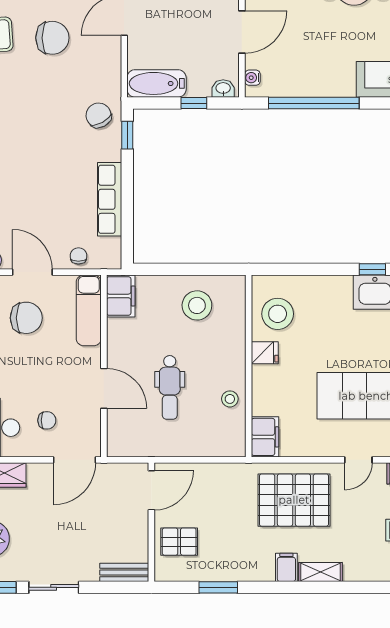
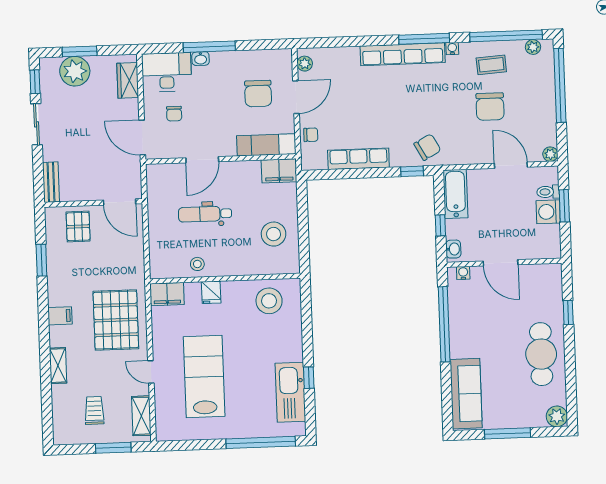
fridge: (265, 353) -> (211, 292), moved
shelving: (321, 572) -> (58, 366), moved

